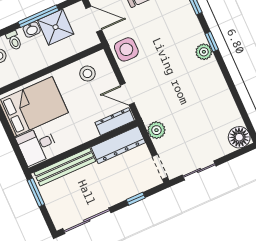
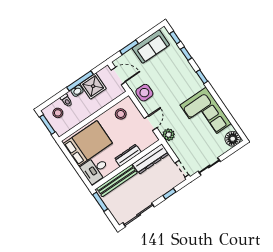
plant: (204, 52) -> (198, 85), removed
door: (127, 94) -> (151, 123), swing flipped
corner sofa: (207, 96) -> (206, 114), added
dresser: (115, 121) -> (128, 155), moved
plant: (156, 130) -> (169, 135), moved

